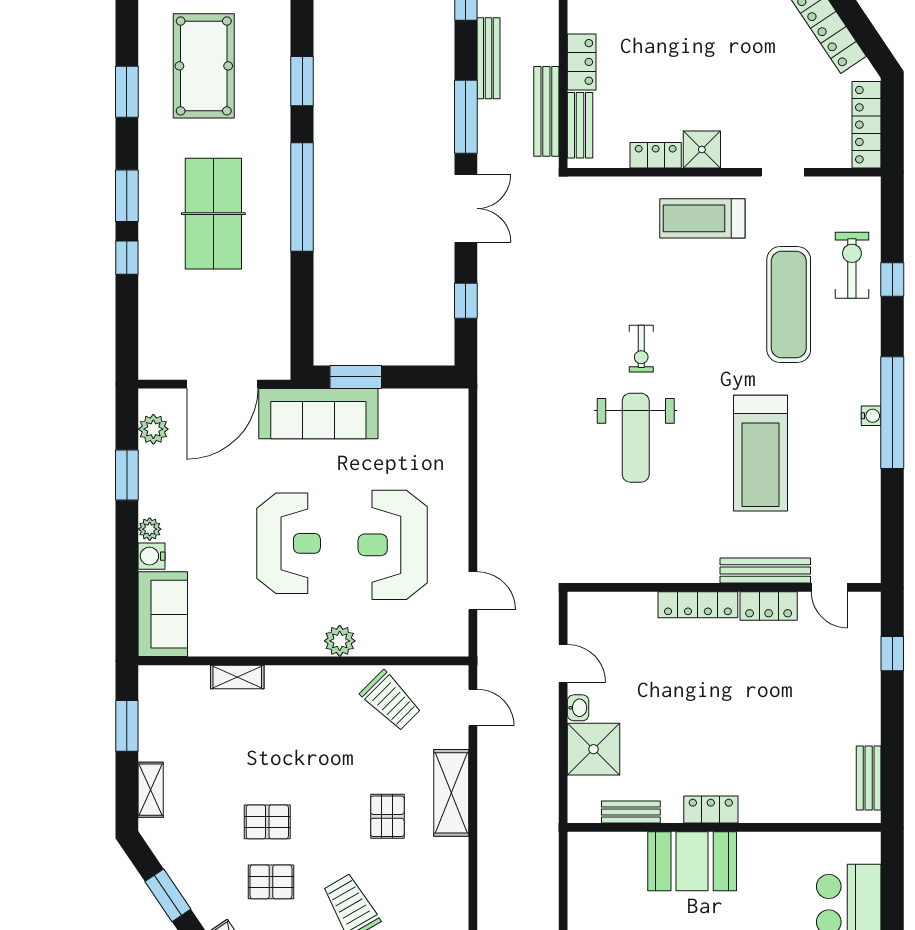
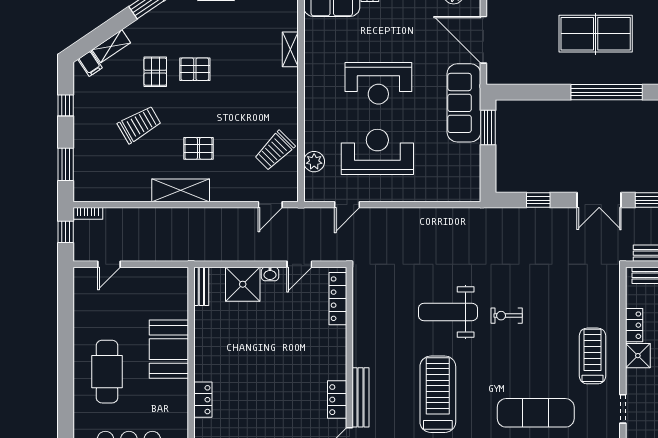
treadmill: (760, 453) -> (438, 394), turned 90
locker: (698, 605) -> (338, 299), moved
plant: (340, 641) -> (314, 162), moved
shelving: (451, 793) -> (181, 190), moved
locker: (711, 809) -> (203, 400), moved
bench: (631, 812) -> (201, 286), moved
pallet: (267, 822) -> (195, 69), turned 90

